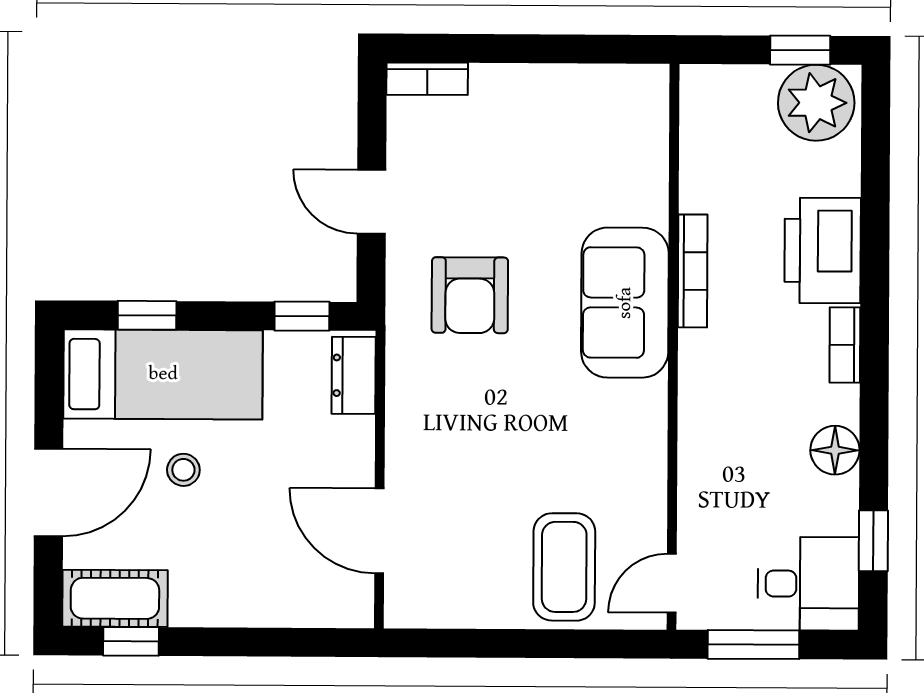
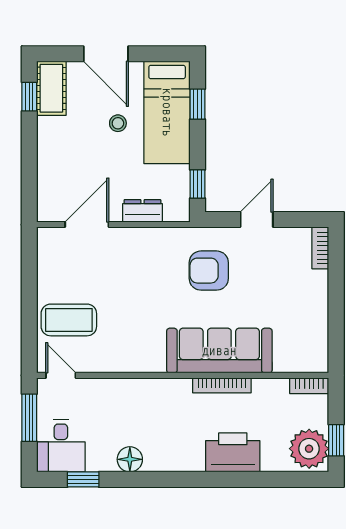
sofa: (625, 303) -> (219, 351), width x1.36
bookcase: (845, 345) -> (309, 386), moved, turned 180
dresser: (354, 375) -> (142, 211), moved

